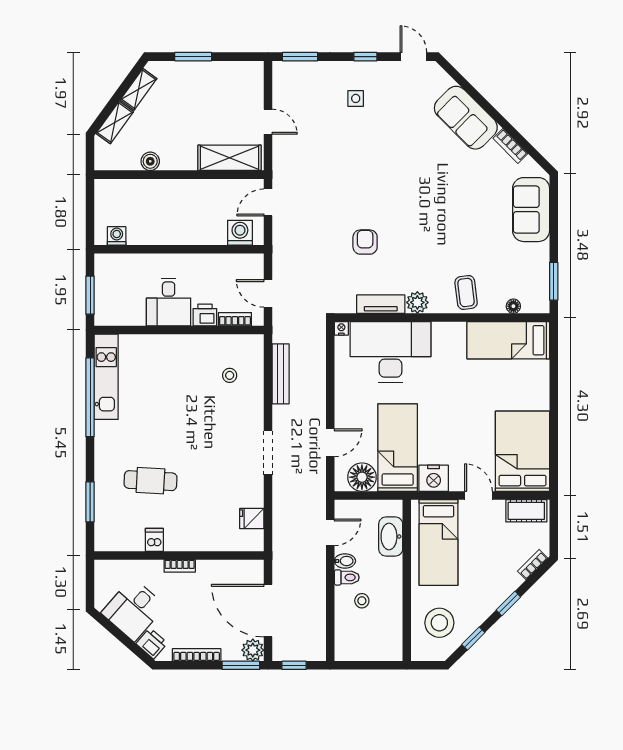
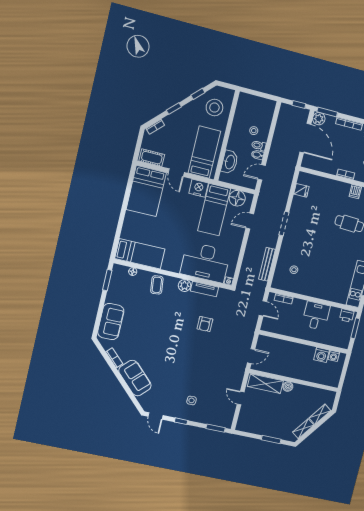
boiler: (150, 161) -> (288, 387), moved
washing machine: (240, 233) -> (321, 355), moved
printer: (205, 315) -> (347, 315), moved

